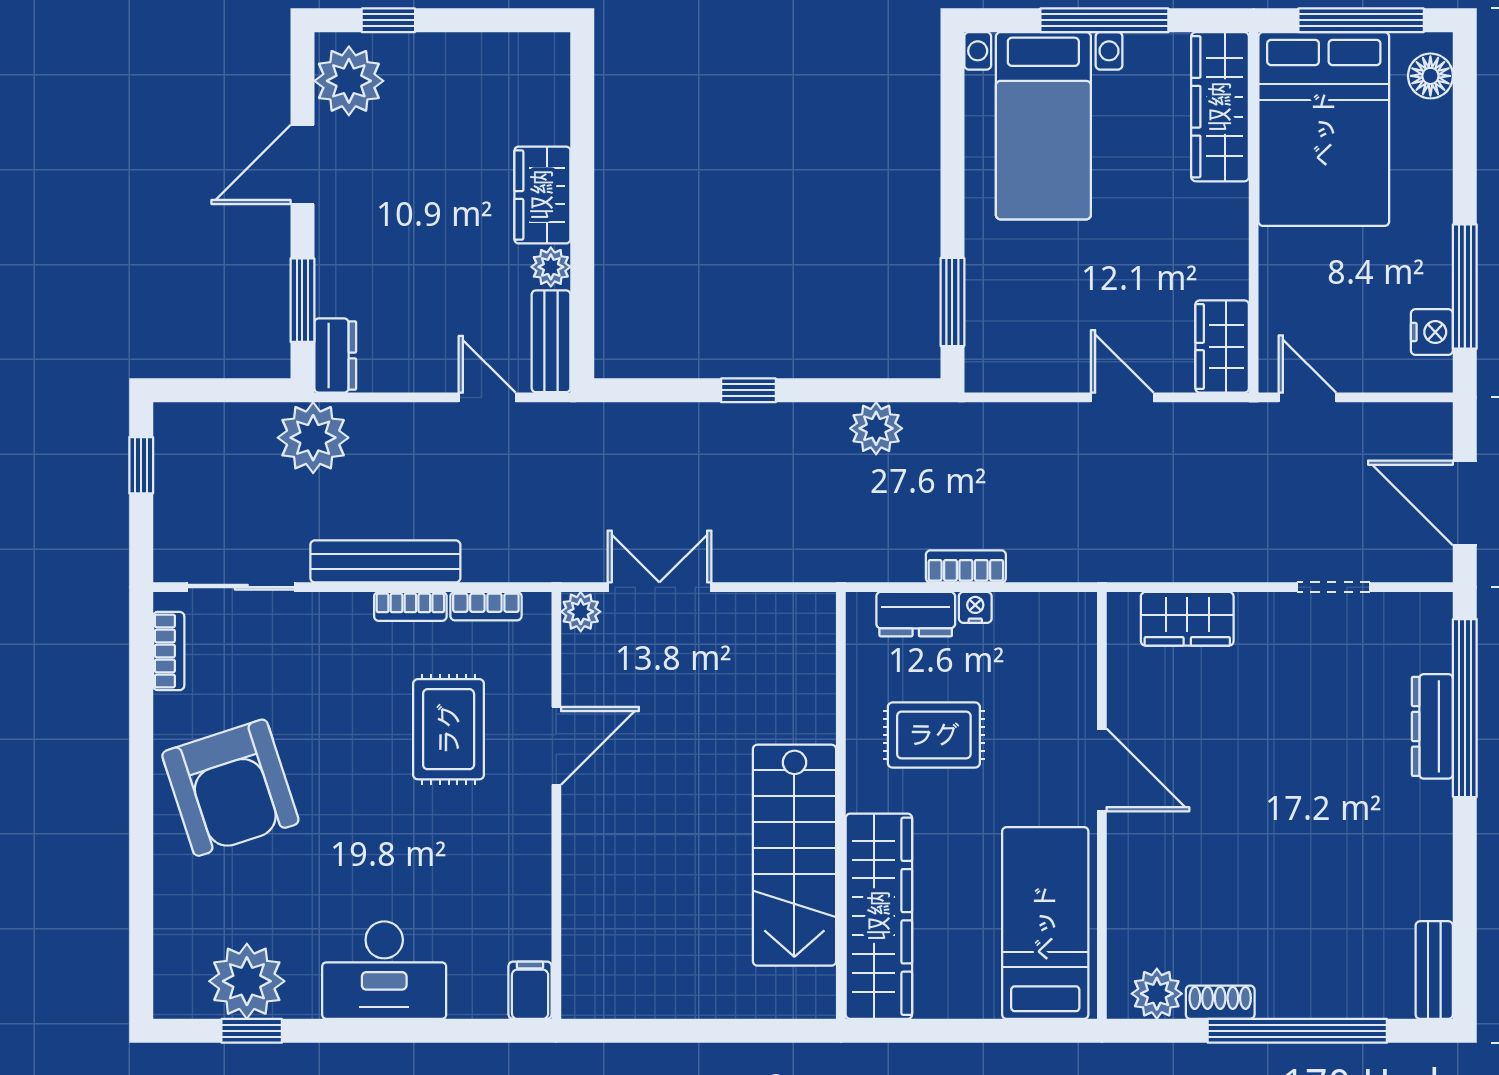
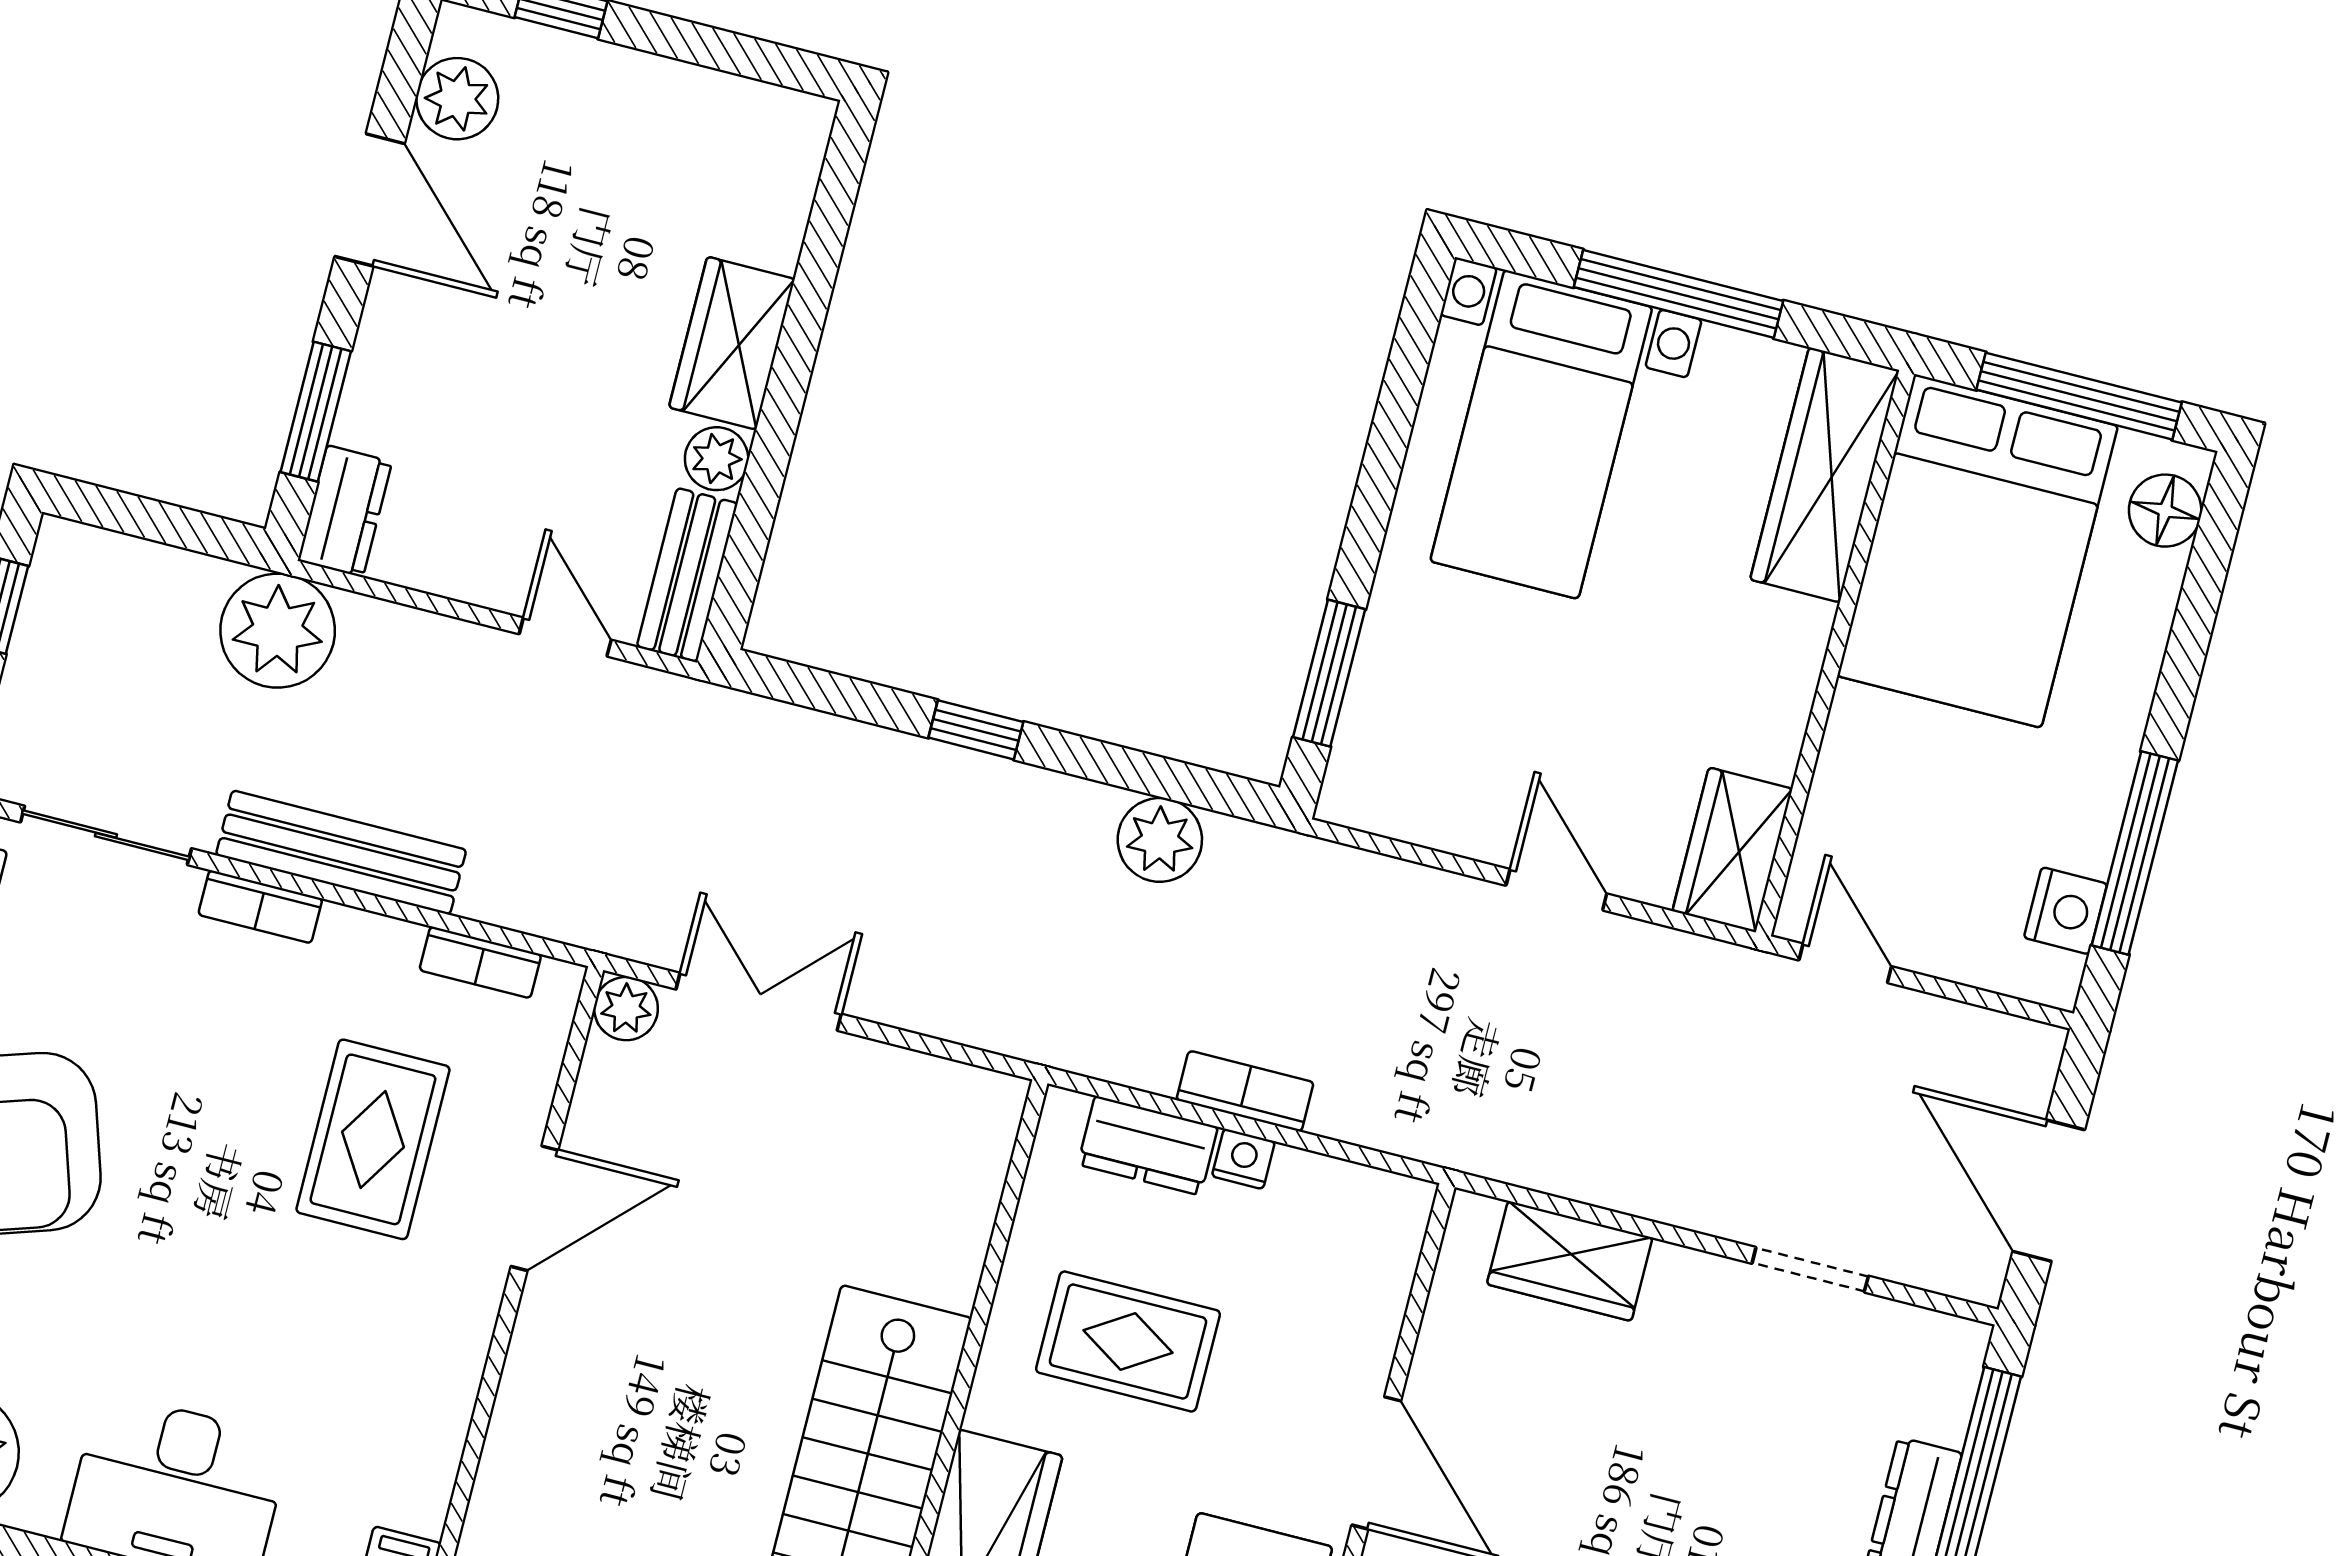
plant: (349, 81) -> (457, 99), width x0.73, depth x0.73
door: (302, 164) -> (370, 200), swing flipped
bookcase: (410, 606) -> (260, 907), moved

